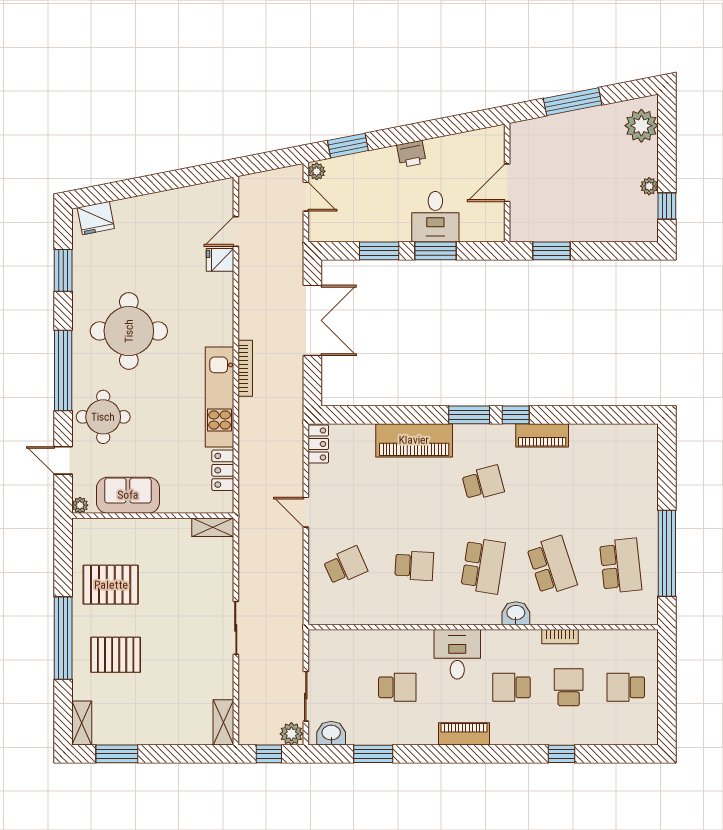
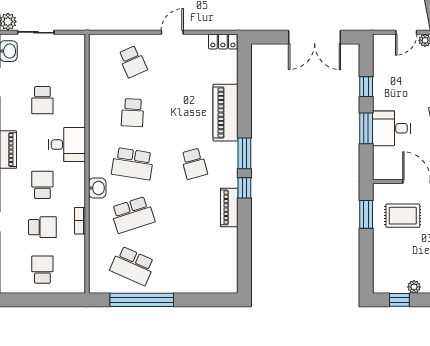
rug: (553, 201) -> (403, 216), added
window: (379, 251) -> (366, 87), width x0.67
school desk: (621, 566) -> (133, 266), turned 30

